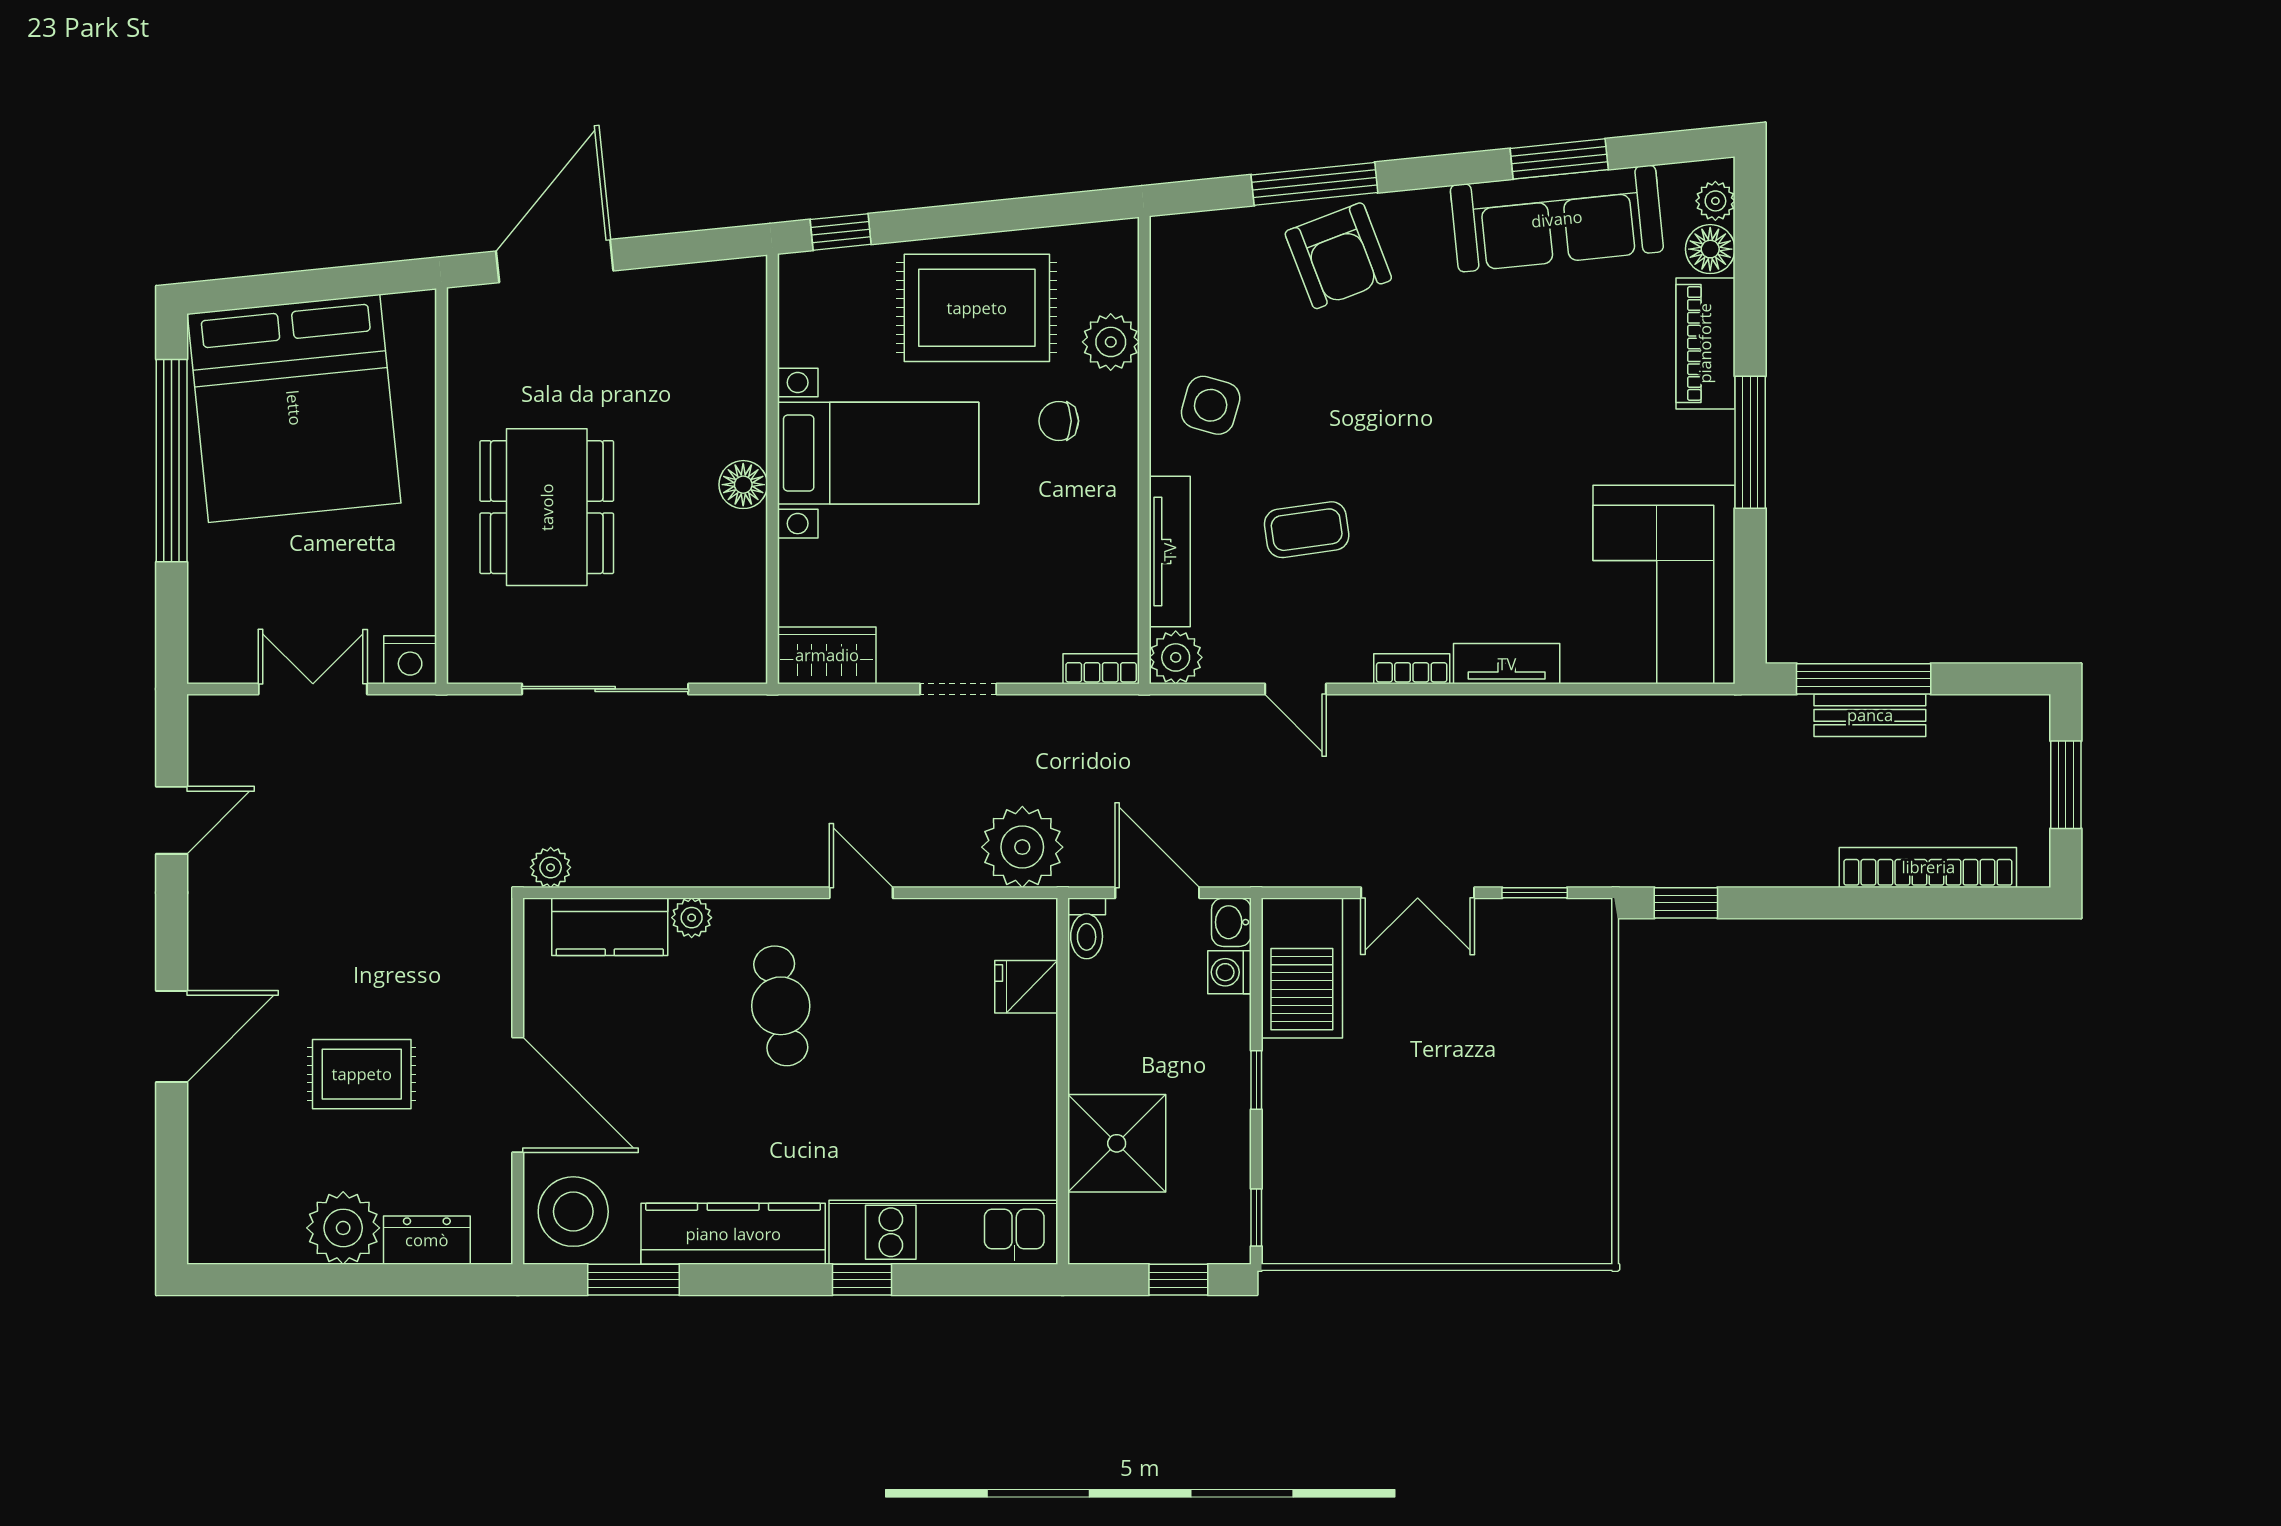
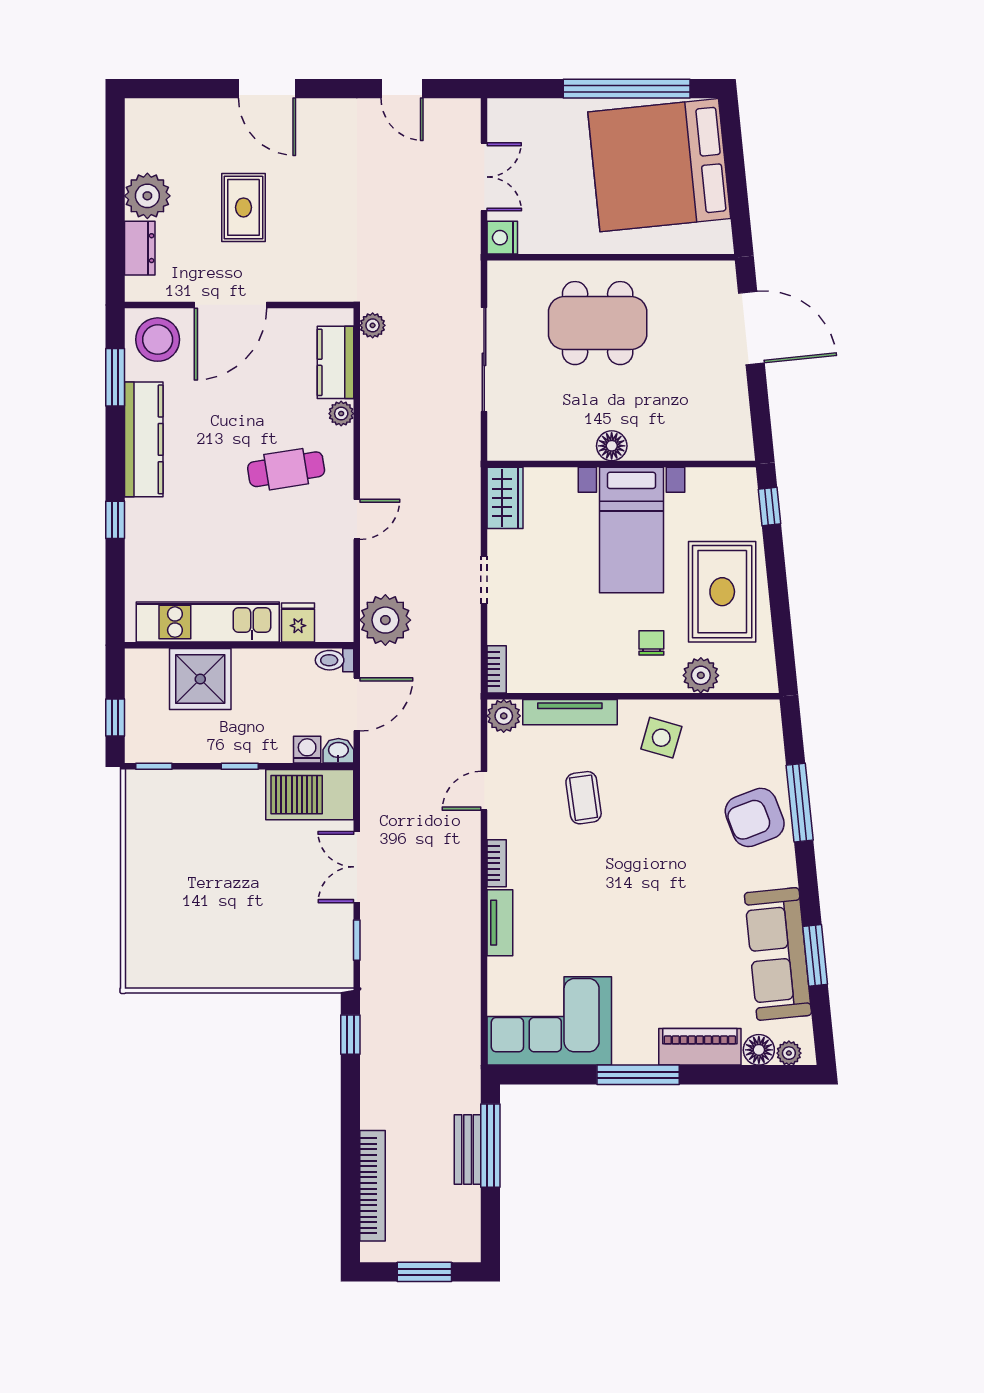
kitchen unit: (943, 1232) -> (208, 622), moved, turned -90

